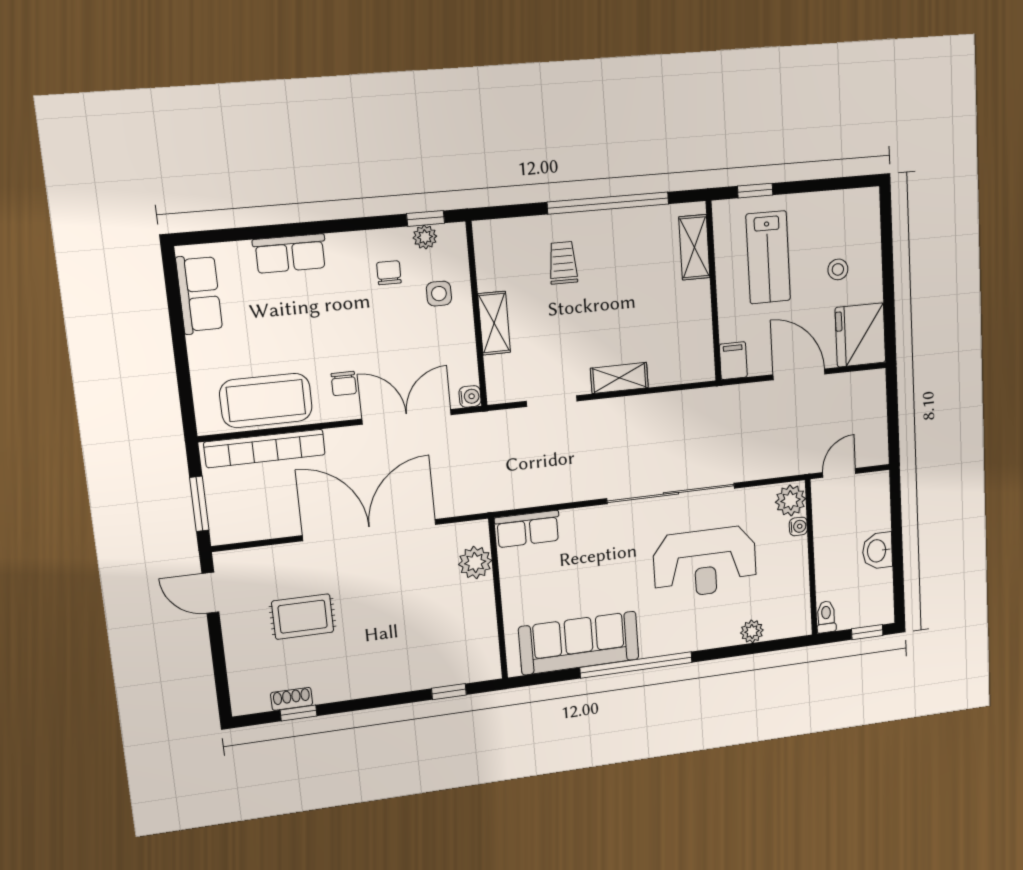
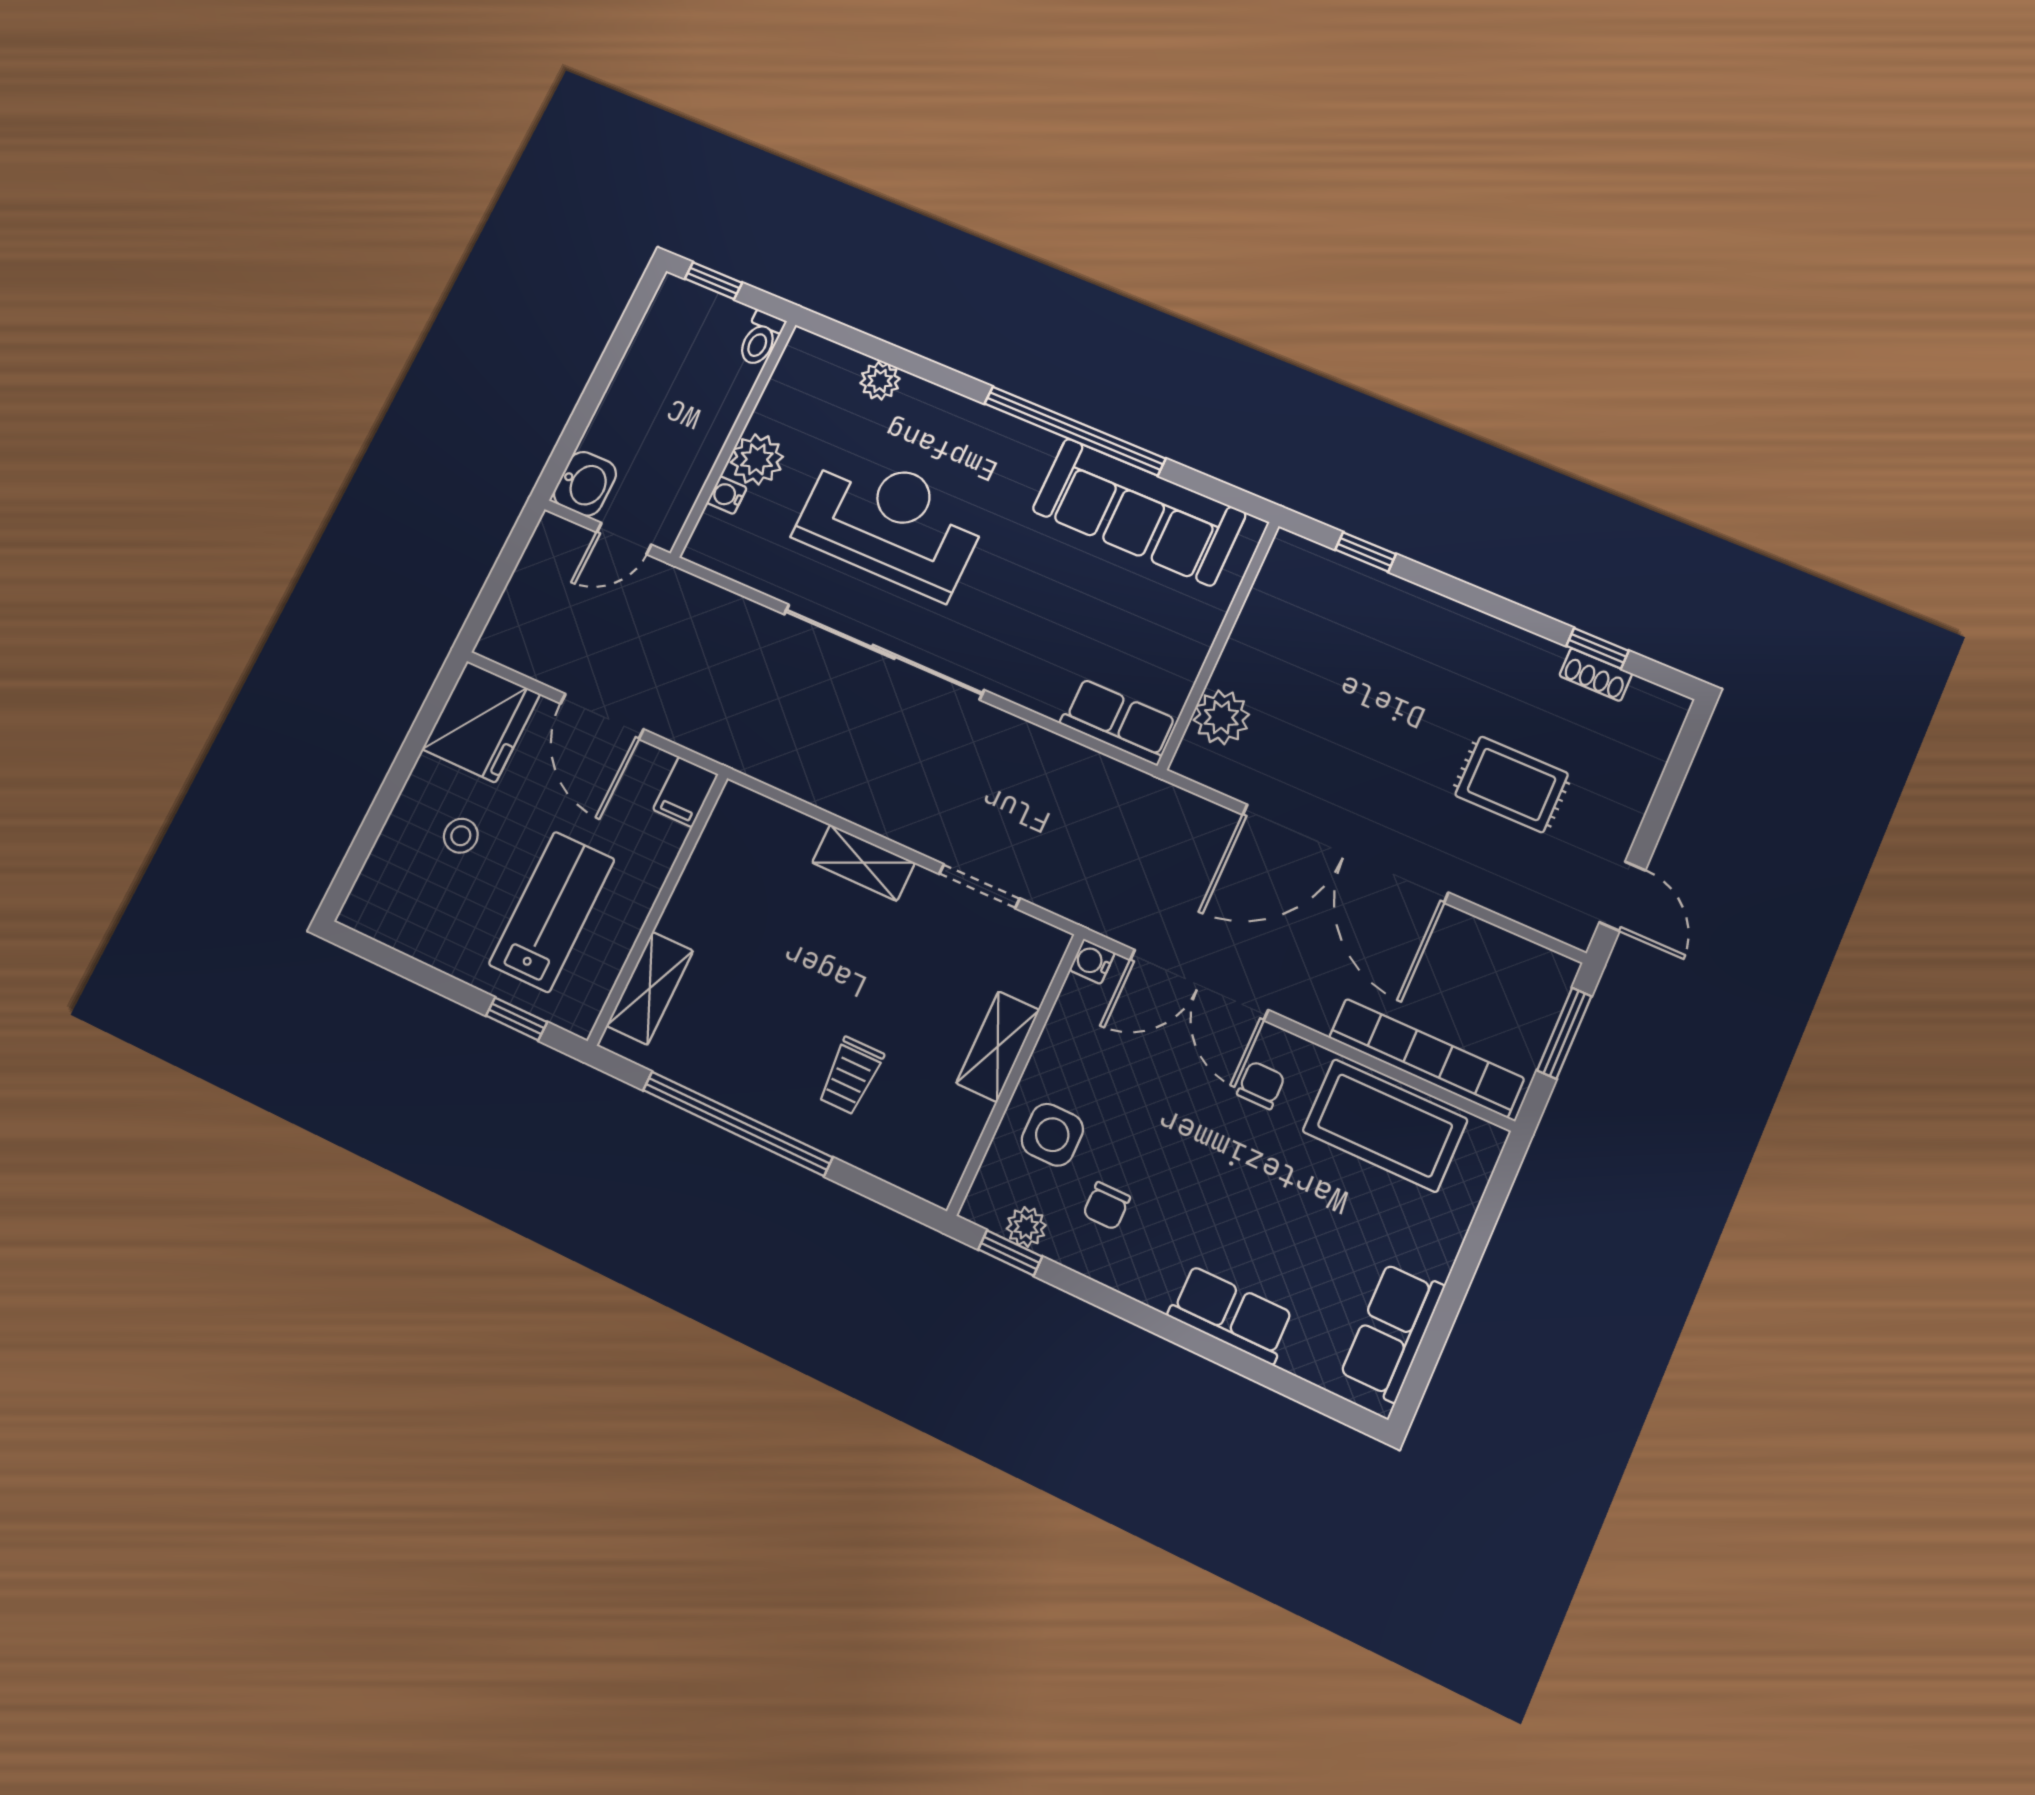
side table: (439, 294) -> (1052, 1135), width x1.37, depth x1.37
plant: (791, 500) -> (757, 459), moved
washbasin: (877, 551) -> (585, 484), moved

